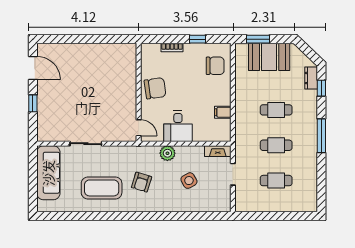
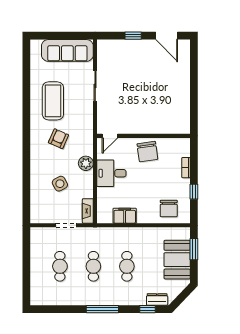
door: (33, 68) -> (167, 36), hinge flipped
filing cabinet: (223, 112) -> (125, 216), width x2.00
armchair: (142, 182) -> (58, 139), turned 97

